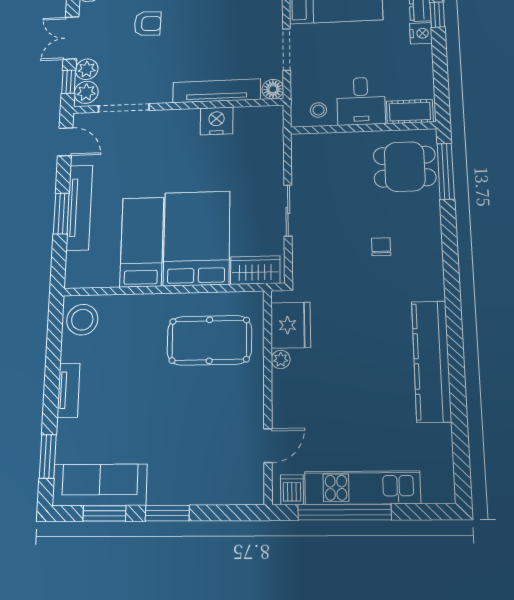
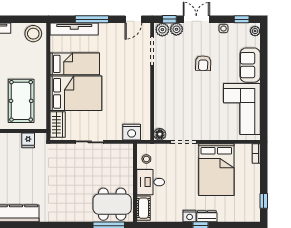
tv unit: (217, 91) -> (160, 103), removed
nightstand: (217, 121) -> (132, 132), moved, turned 90
dining table: (405, 167) -> (112, 204), width x1.37
tv unit: (79, 207) -> (74, 29), moved
window: (61, 214) -> (92, 19), width x1.44
chair: (381, 247) -> (68, 190), removed
fridge: (291, 325) -> (28, 140), width x0.53, depth x0.75
plant: (281, 359) -> (11, 138), removed

